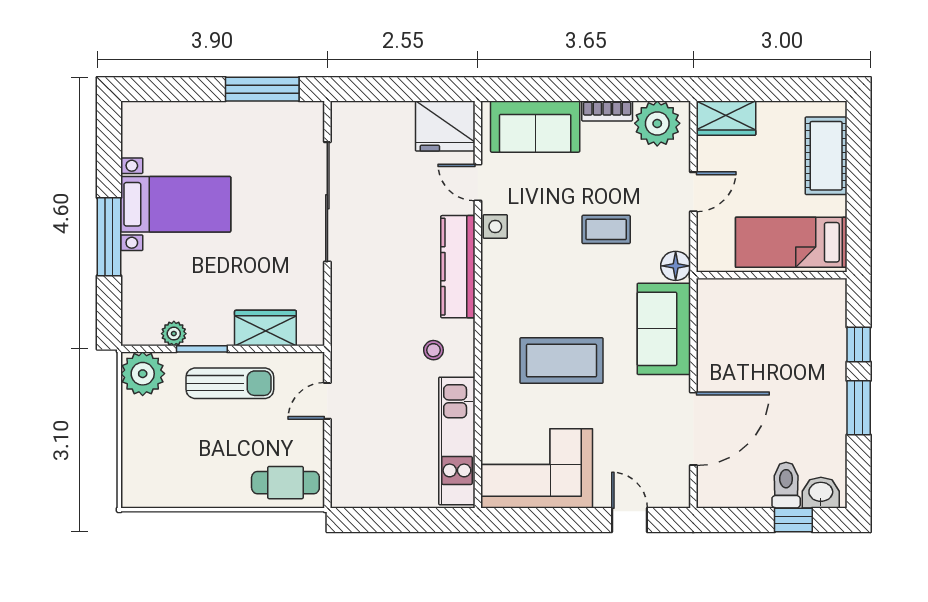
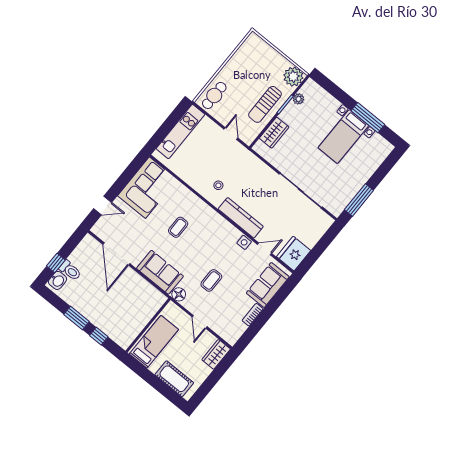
plant: (657, 123) -> (234, 329), removed
window: (109, 237) -> (368, 118), moved
coffee table: (562, 361) -> (178, 227), width x0.54, depth x0.58
kitchen unit: (457, 441) -> (180, 131), moved, turned 90

